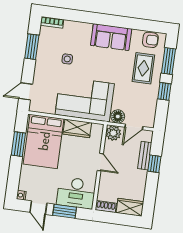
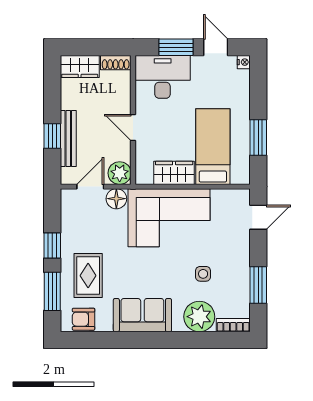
plant: (74, 31) -> (199, 317), added
bed: (44, 141) -> (213, 147), width x0.67
bench: (145, 156) -> (68, 139), width x1.36

